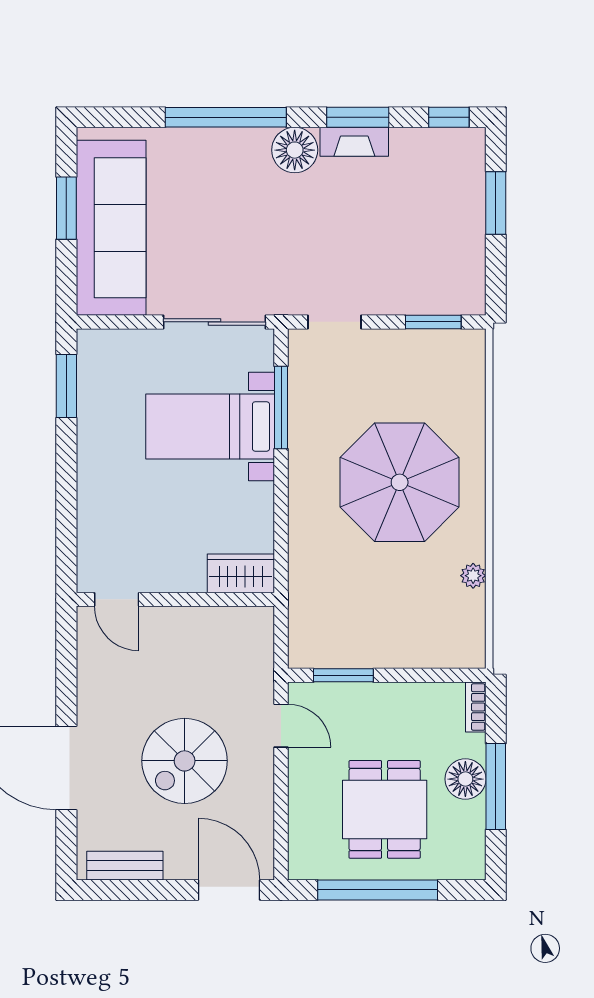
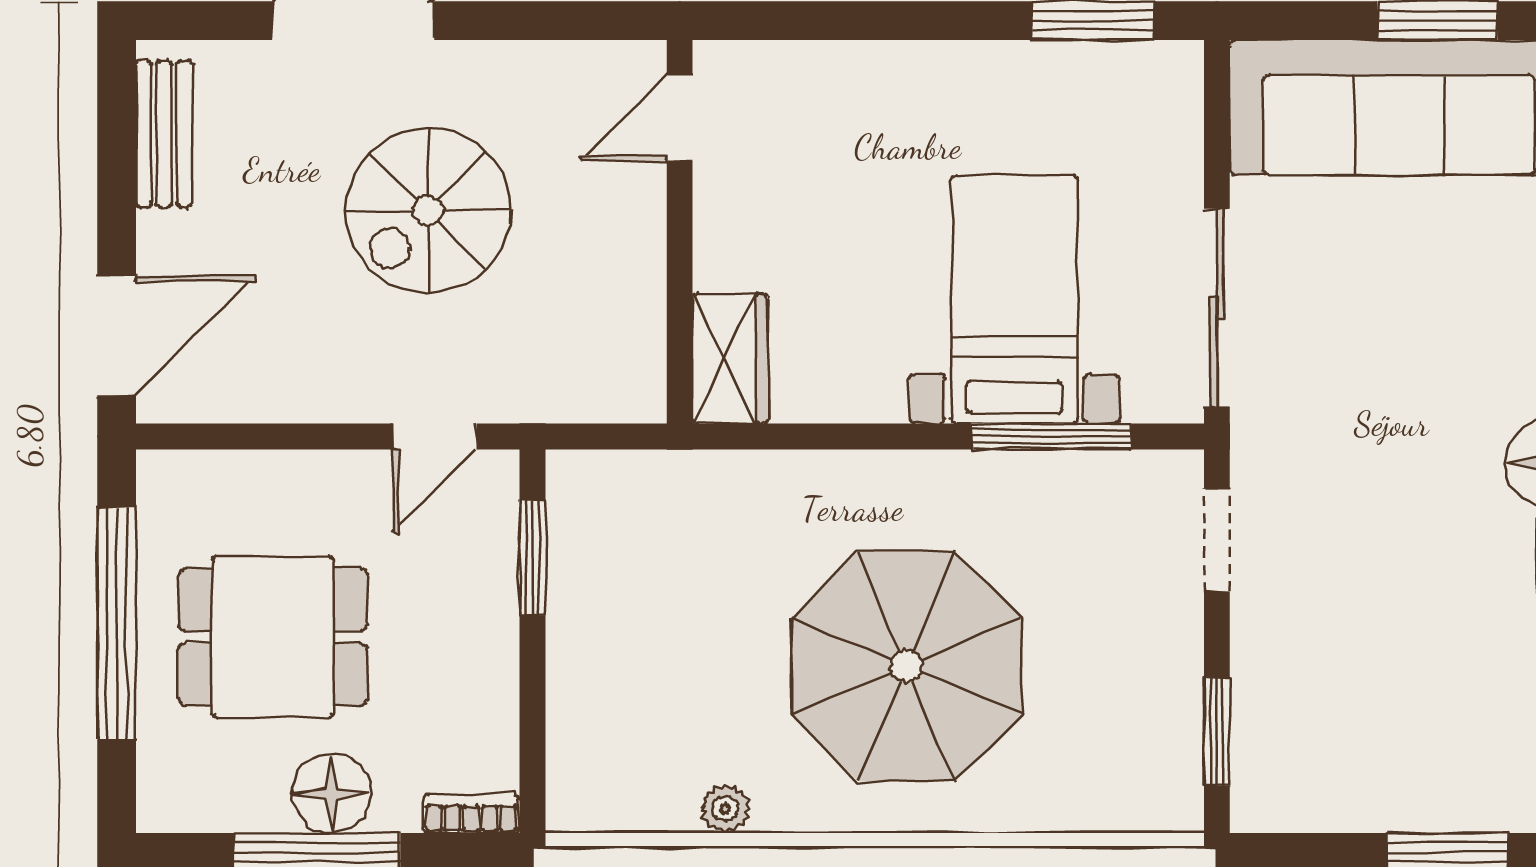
spiral stairs: (185, 761) -> (428, 210), moved, turned -90

